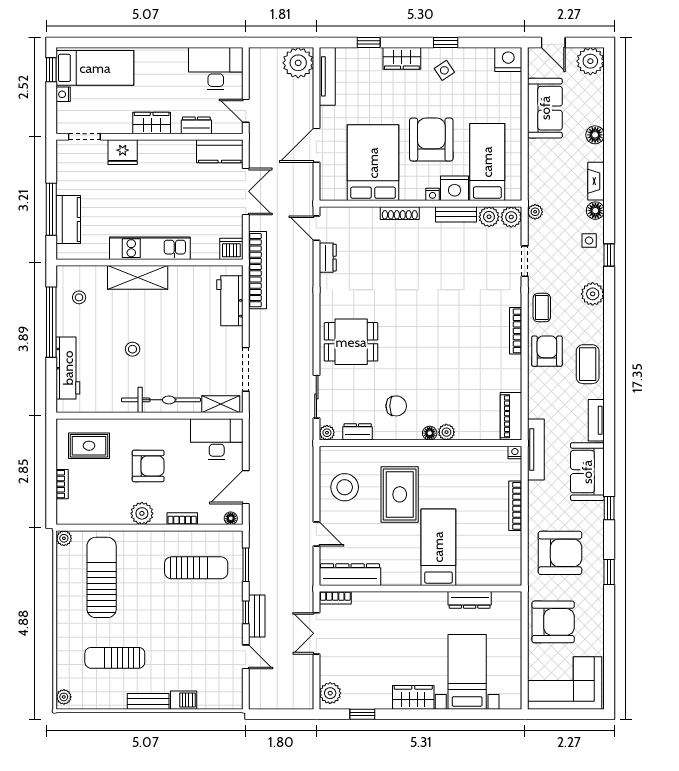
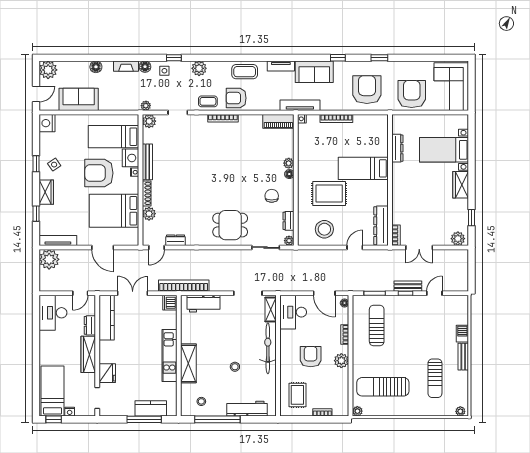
wardrobe: (152, 123) -> (88, 354), width x1.50
kitchen counter: (220, 151) -> (107, 318), width x1.50
bench: (456, 214) -> (147, 162), width x1.36
plant: (489, 217) -> (149, 214), moved
dining table: (351, 342) -> (230, 225), turned 90

